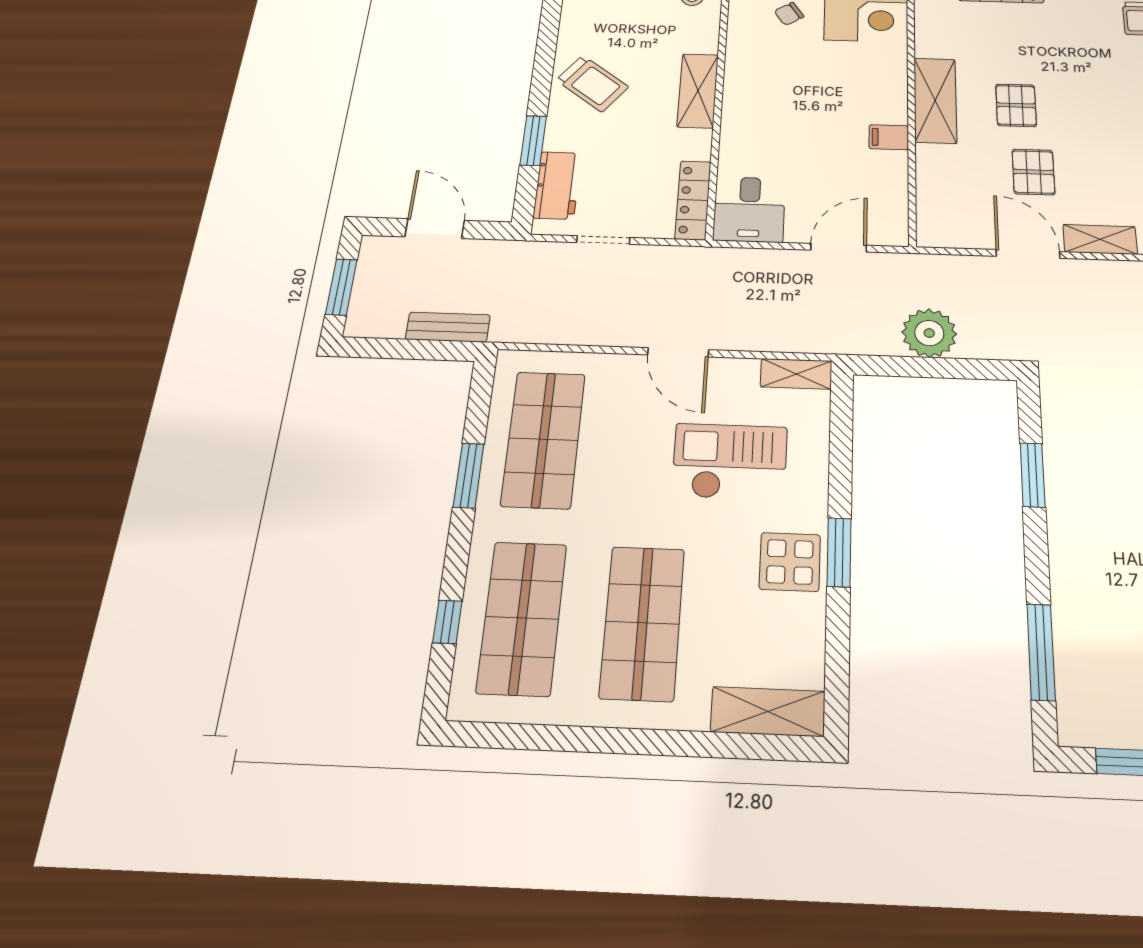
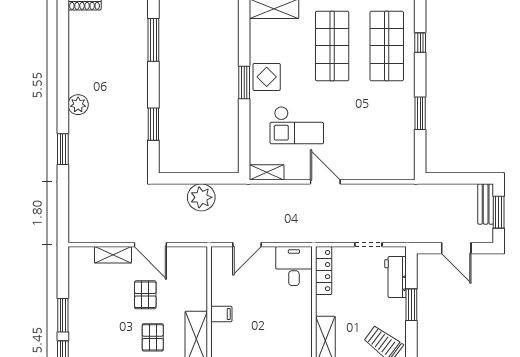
bench: (448, 327) -> (486, 204), moved, turned 90
shop shelf: (543, 439) -> (387, 133), removed

